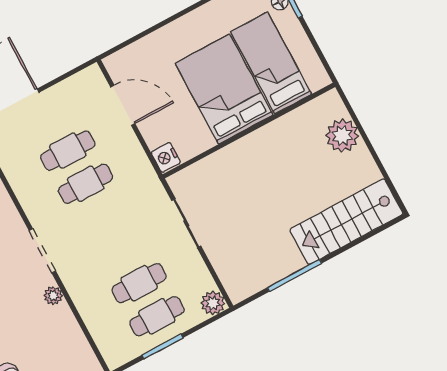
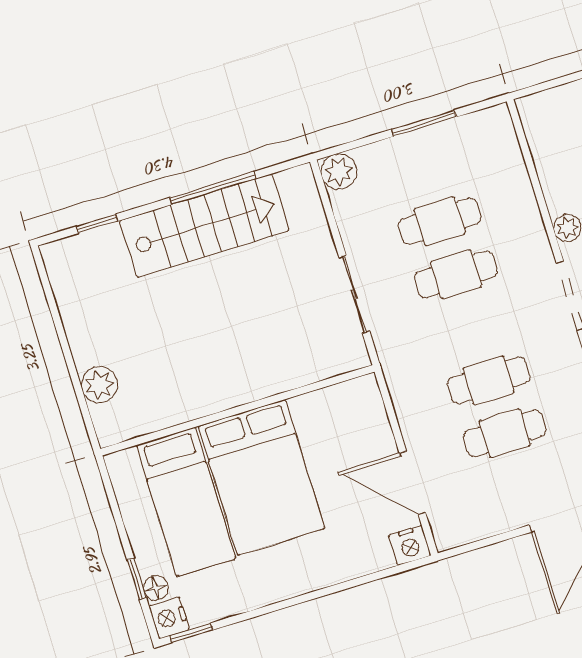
plant: (342, 136) -> (99, 385), width x0.73, depth x0.73
nightstand: (166, 157) -> (410, 545), moved, turned 90
stairs: (346, 222) -> (204, 226), moved
window: (367, 236) -> (97, 224), added
cafe table: (157, 316) -> (456, 274), moved

